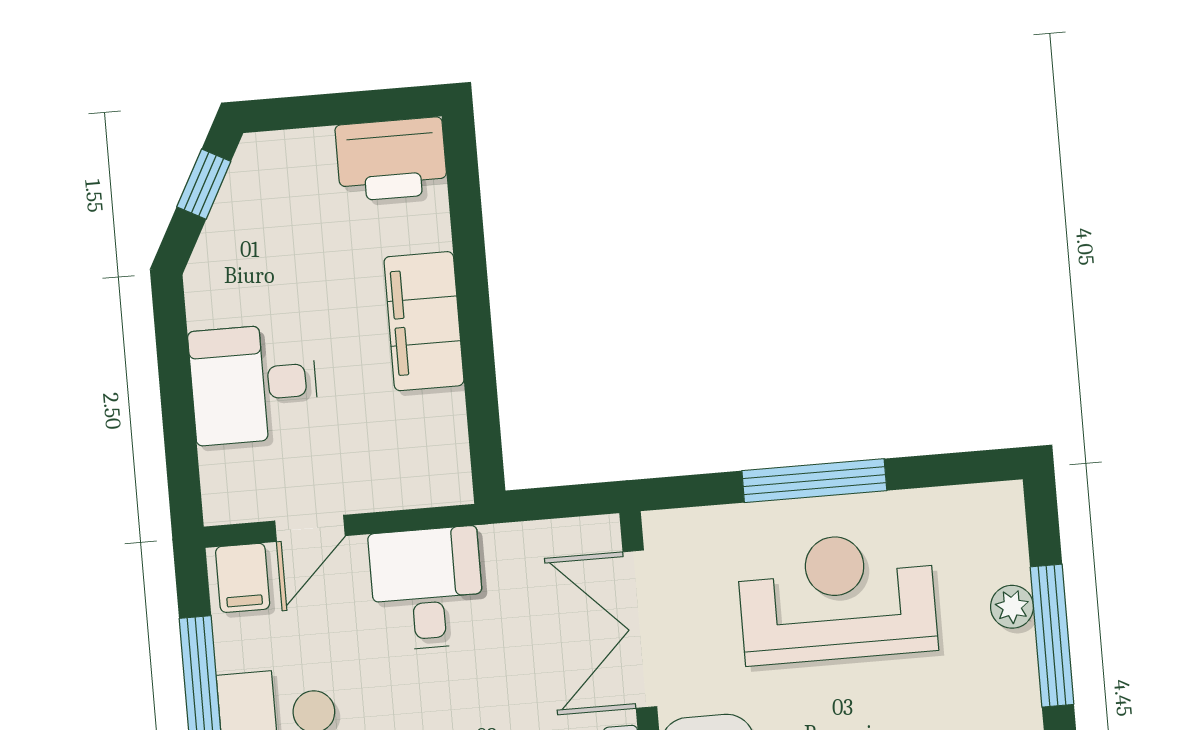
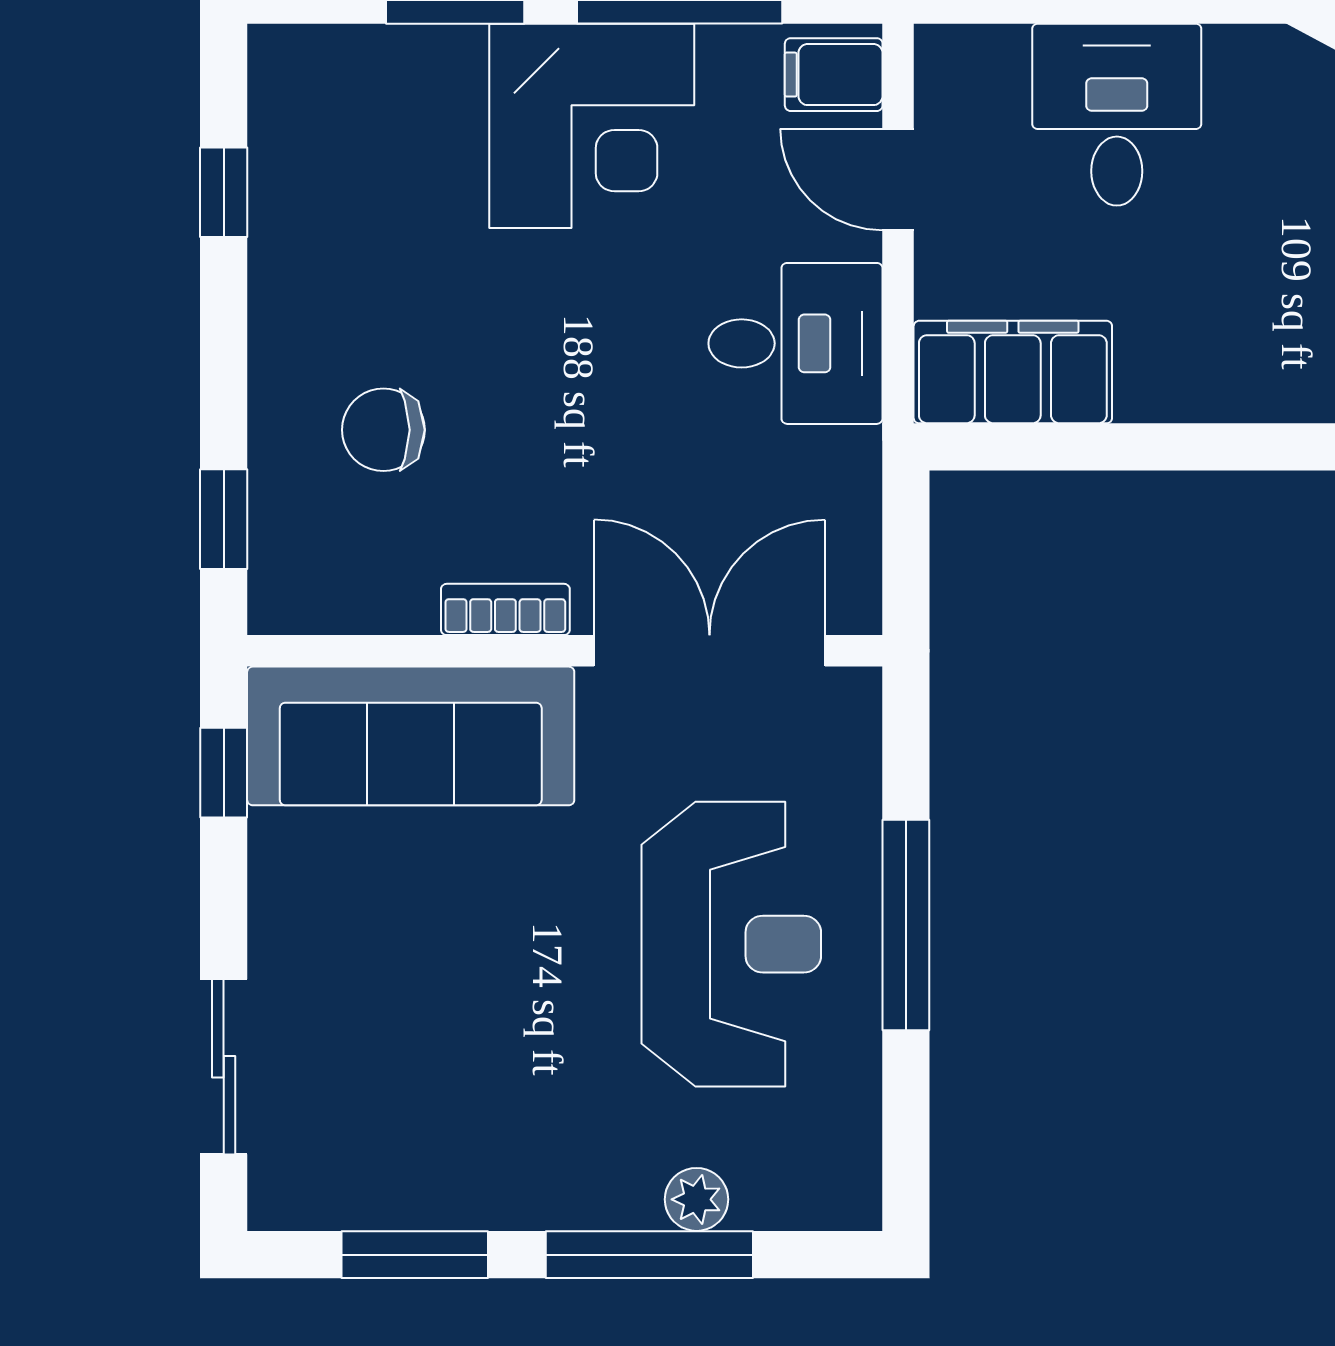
filing cabinet: (424, 321) -> (1013, 372), moved

